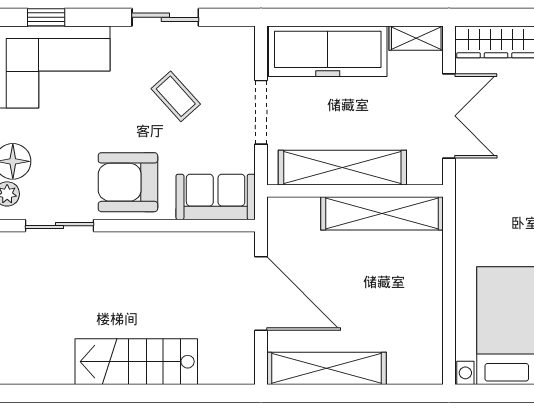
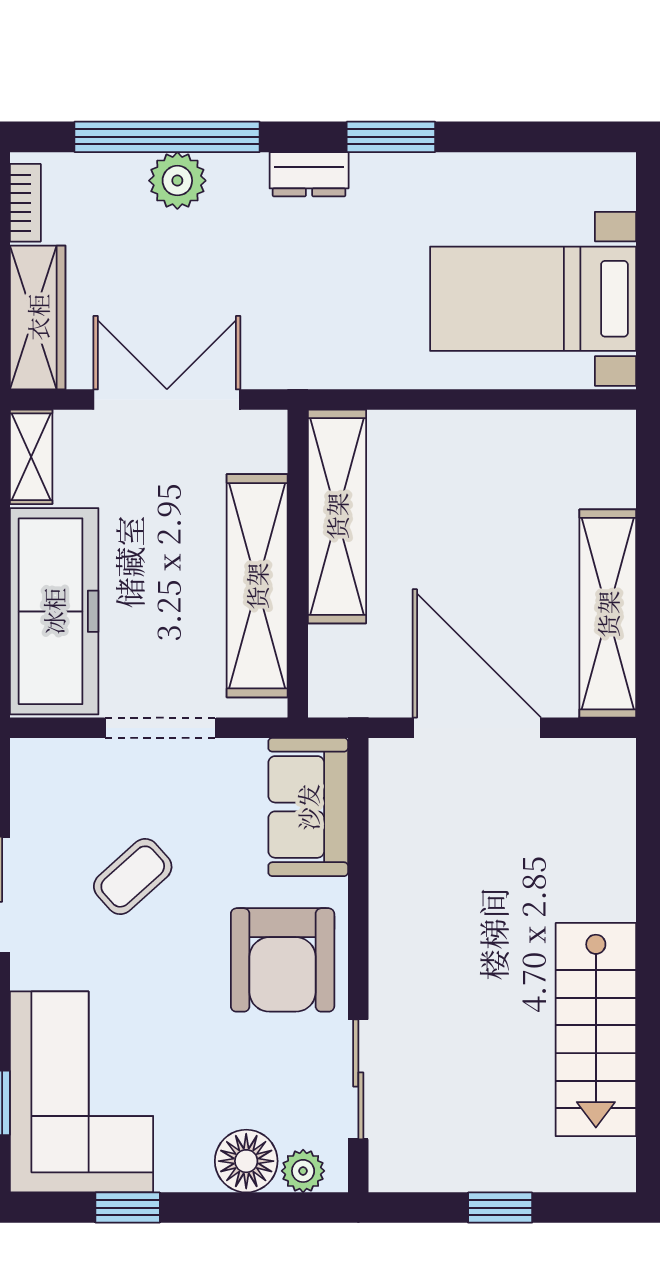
door: (261, 293) -> (477, 728), hinge flipped
stairs: (136, 362) -> (596, 1030), moved

